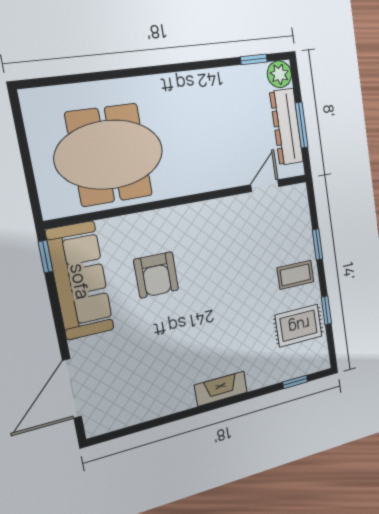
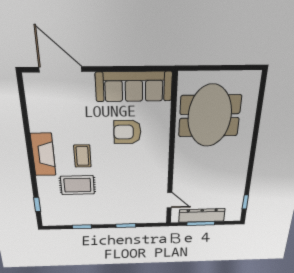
plant: (279, 74) -> (233, 215), removed
window: (46, 257) -> (154, 68), removed
coffee table: (295, 275) -> (82, 156), moved
rug: (299, 326) -> (77, 185), moved, turned 90
fireplace: (221, 389) -> (43, 155), width x1.37, depth x1.32

